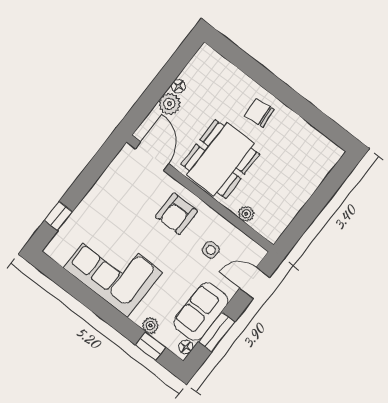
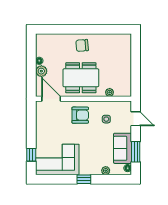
dining table: (220, 159) -> (81, 78), turned 90
armchair: (176, 214) -> (80, 115), turned -90
corner sofa: (113, 270) -> (57, 160), moved
door: (255, 283) -> (136, 119), swing flipped
window: (151, 346) -> (84, 179), moved

